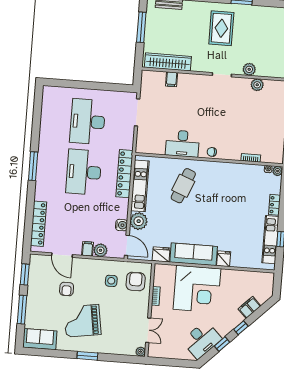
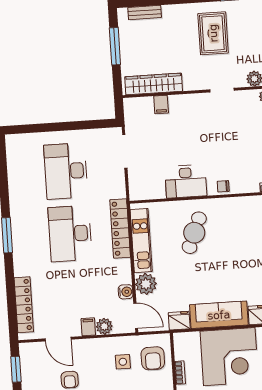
armchair: (136, 281) -> (153, 358), turned 180

